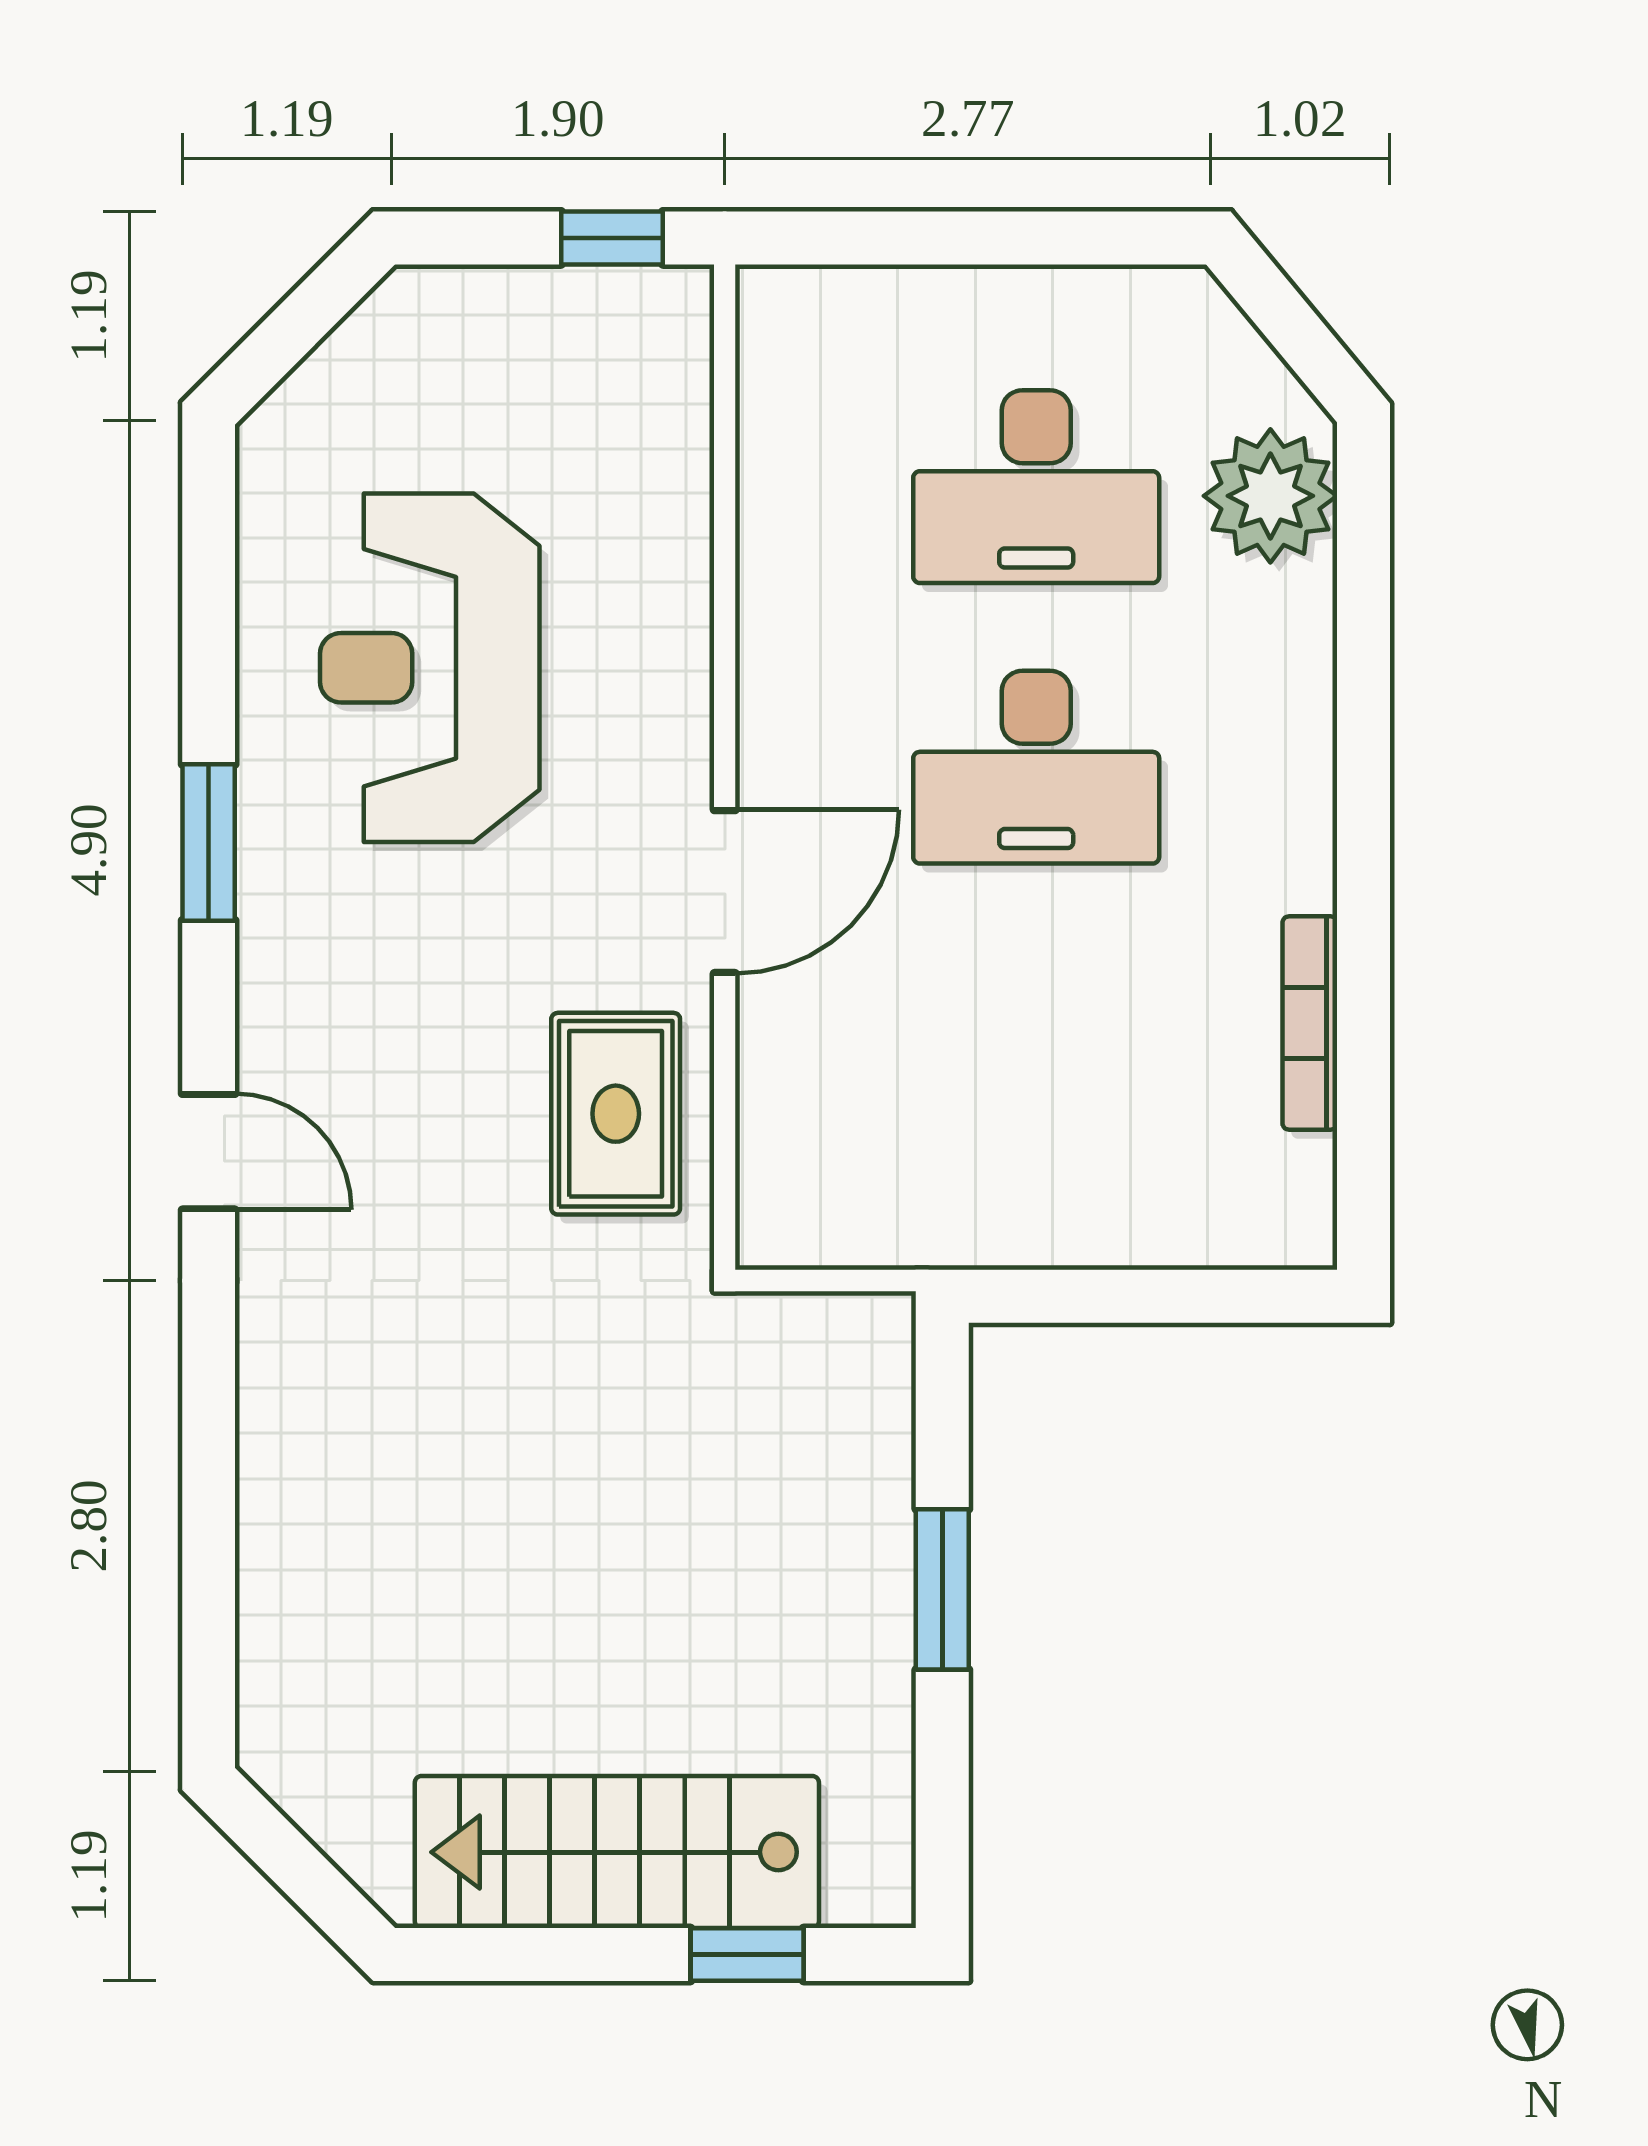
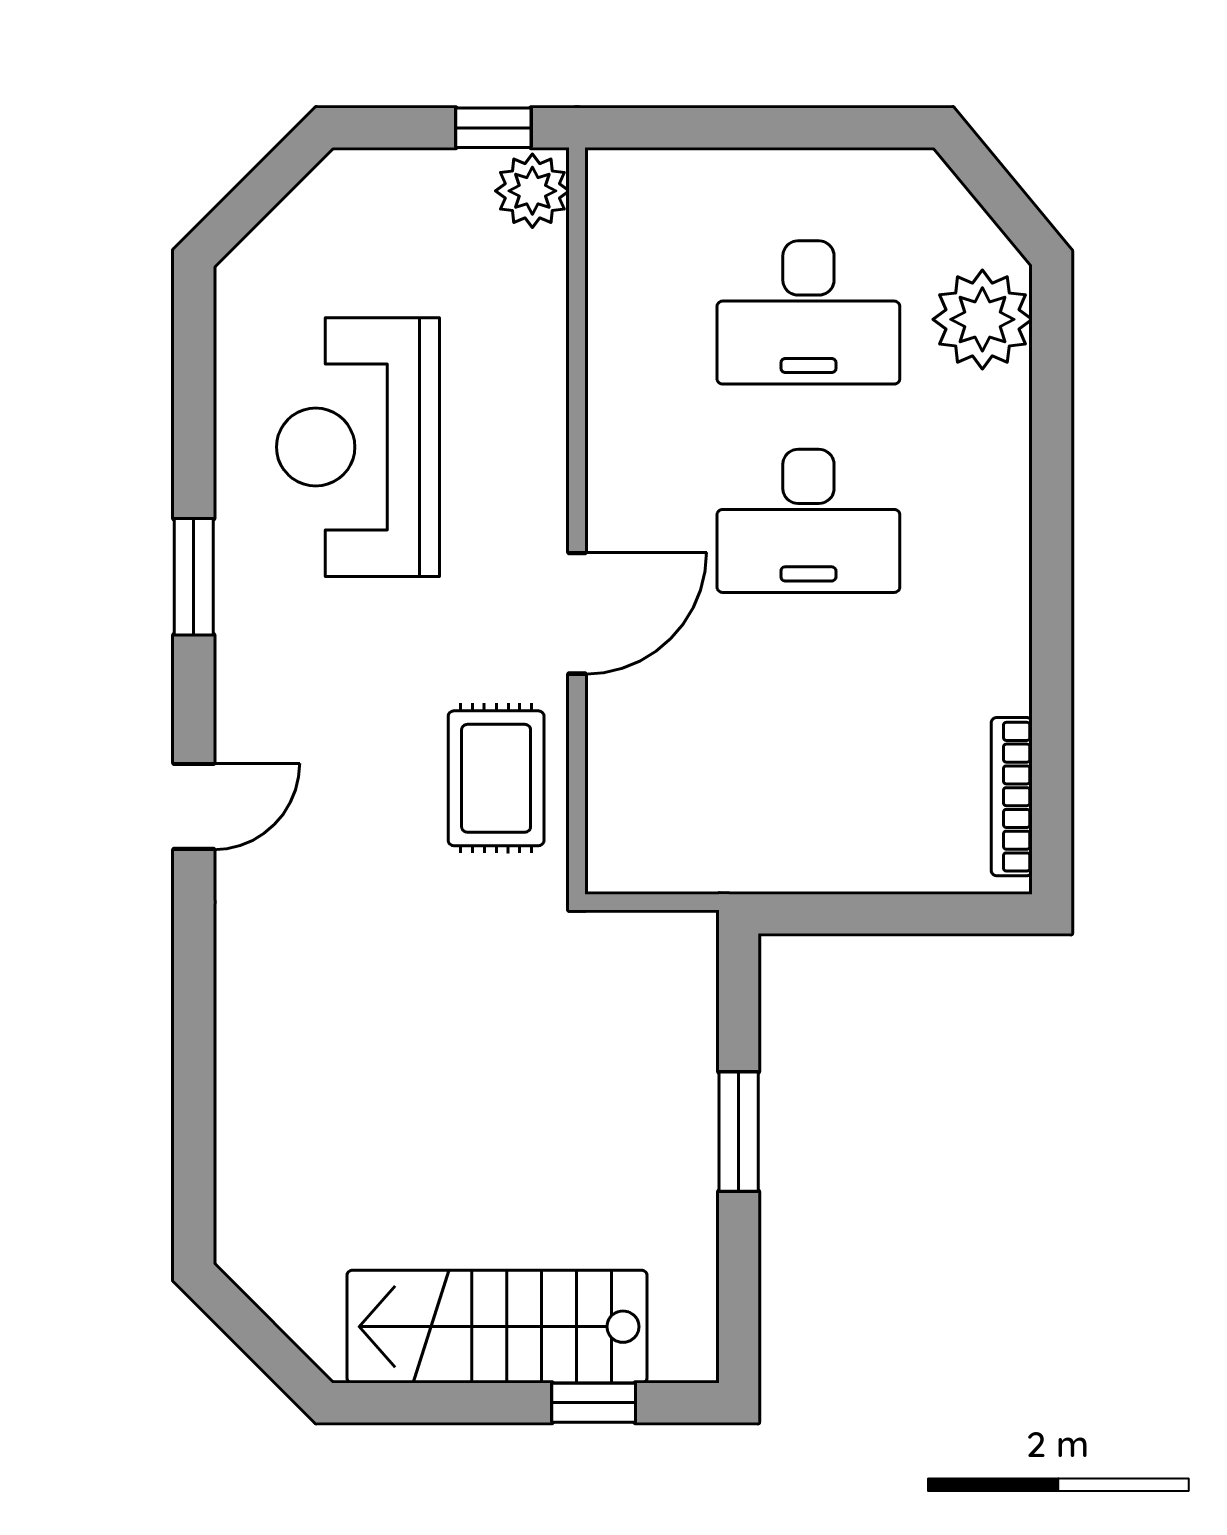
plant: (665, 323) -> (532, 191), added
bookcase: (1310, 1023) -> (1012, 797), moved
door: (209, 1152) -> (194, 806), hinge flipped

